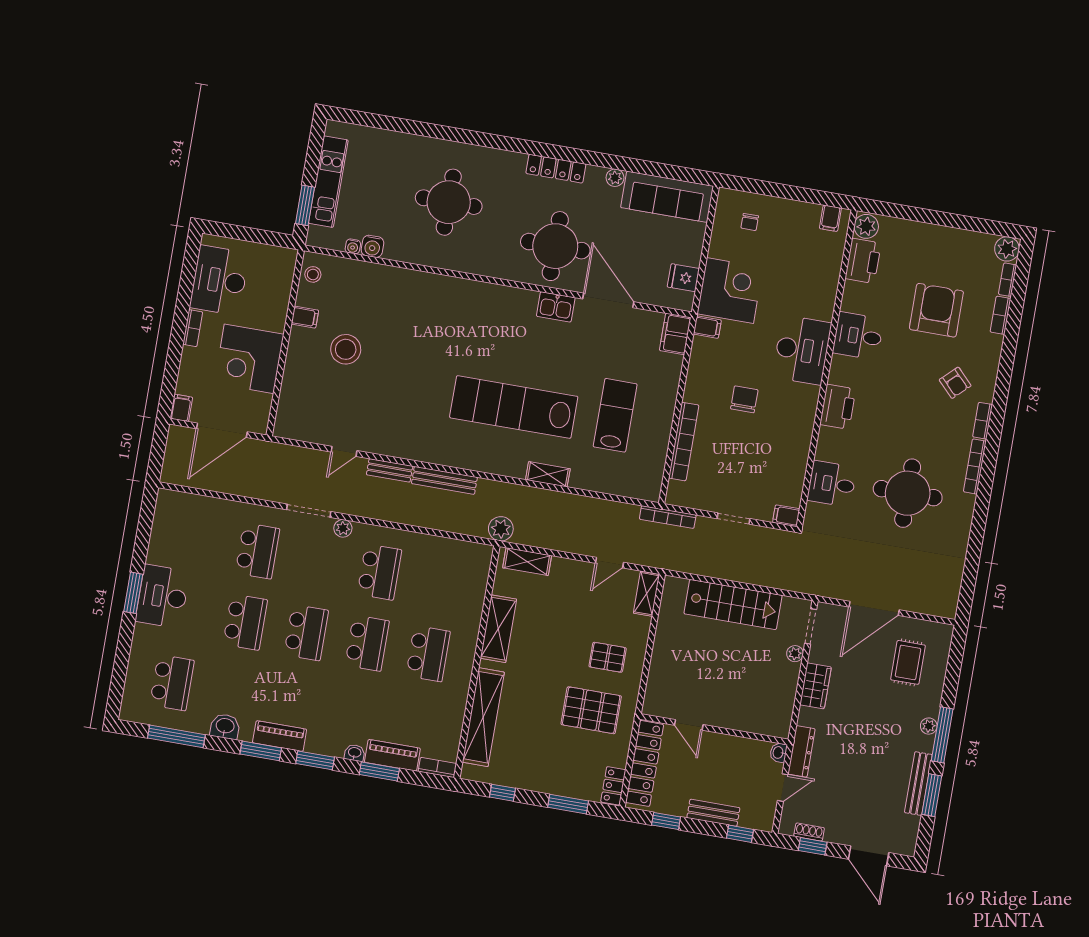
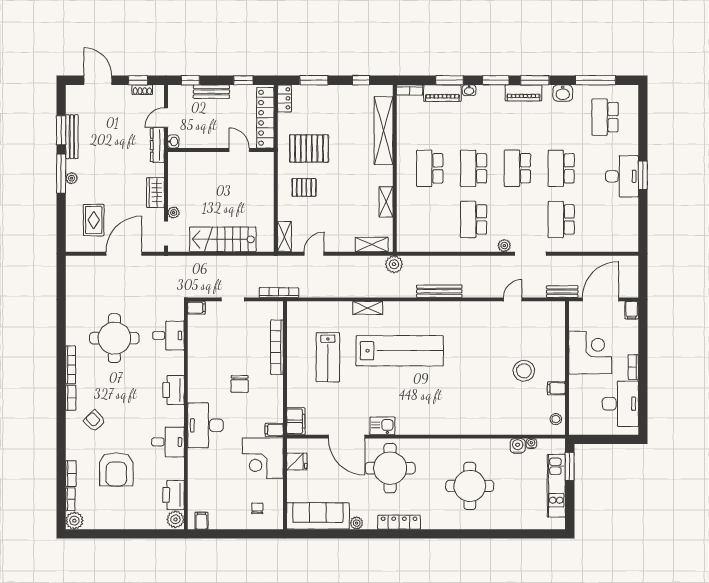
bench: (390, 470) -> (562, 292), moved
shelving: (498, 629) -> (386, 202), width x0.67, depth x0.75

